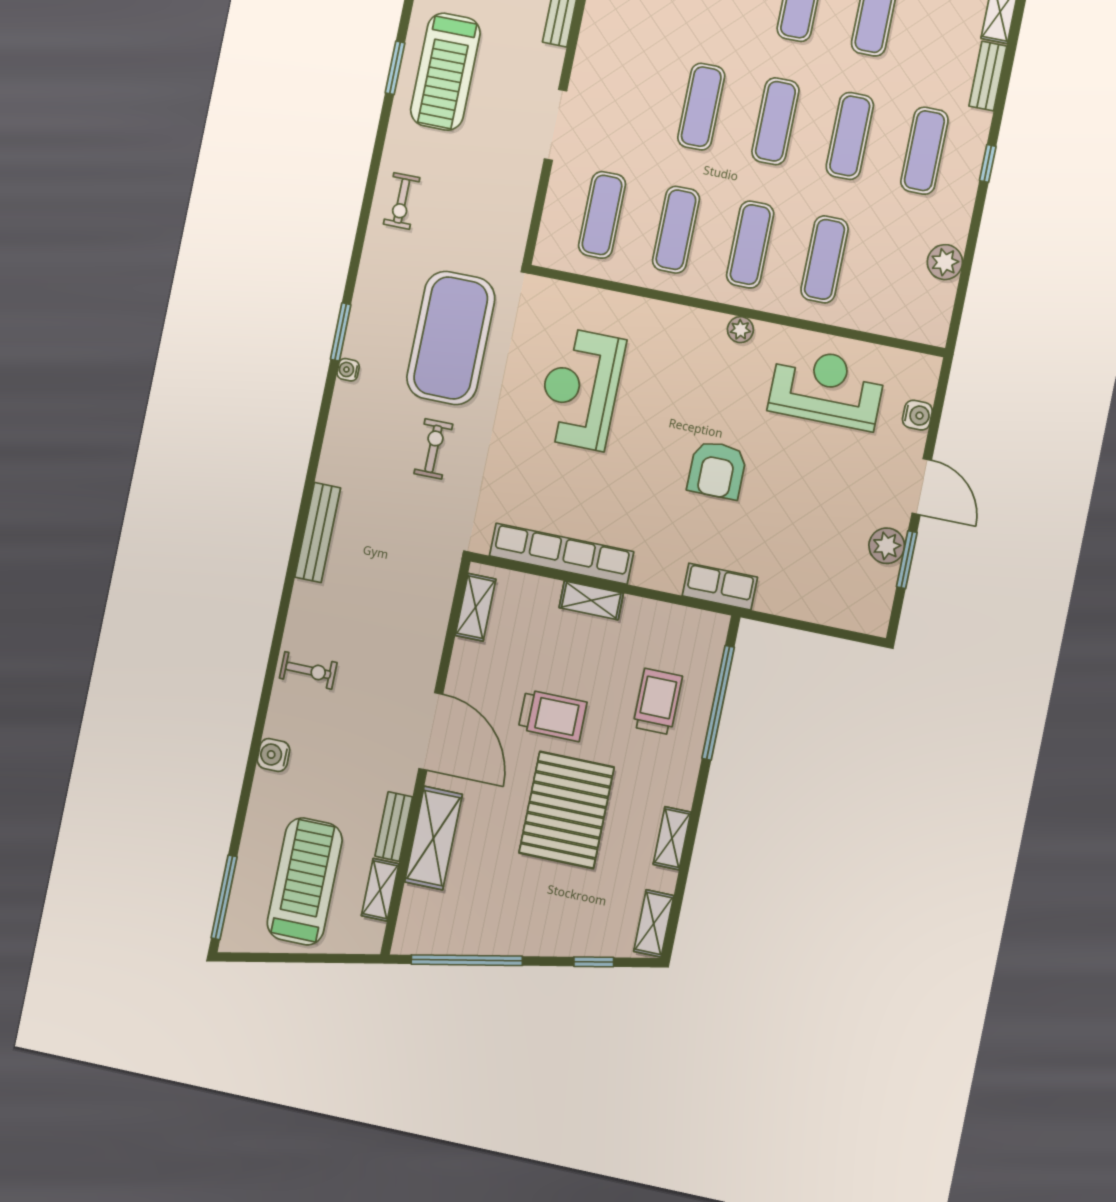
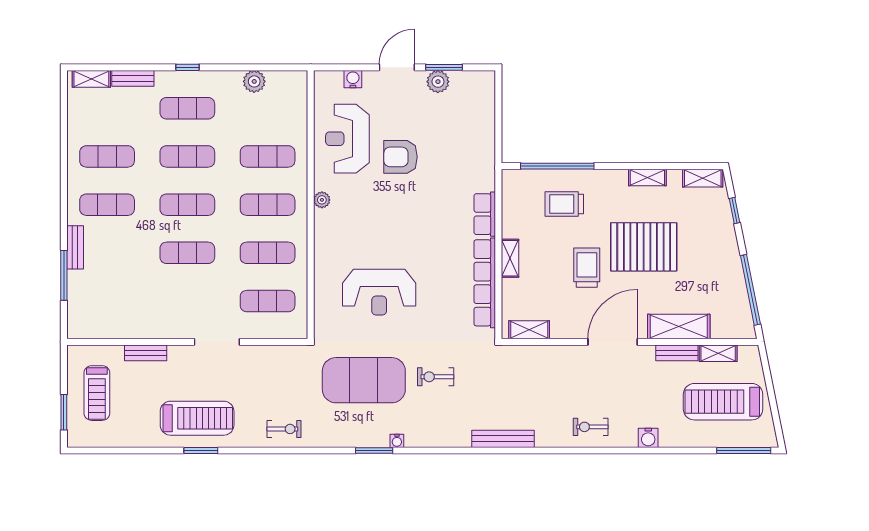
armchair: (717, 470) -> (401, 157), moved, turned 180
row of seats: (720, 587) -> (485, 214), moved
exercise bike: (308, 670) -> (591, 427), turned -90

